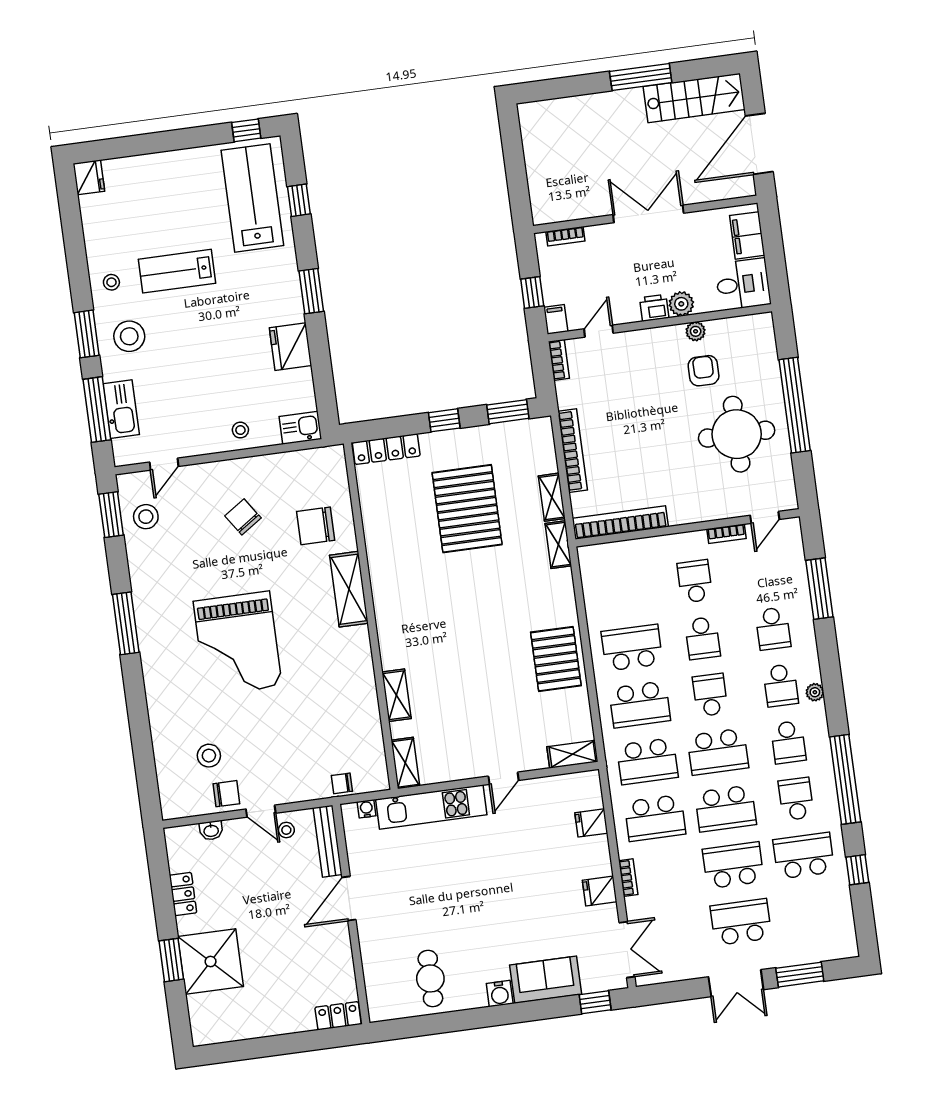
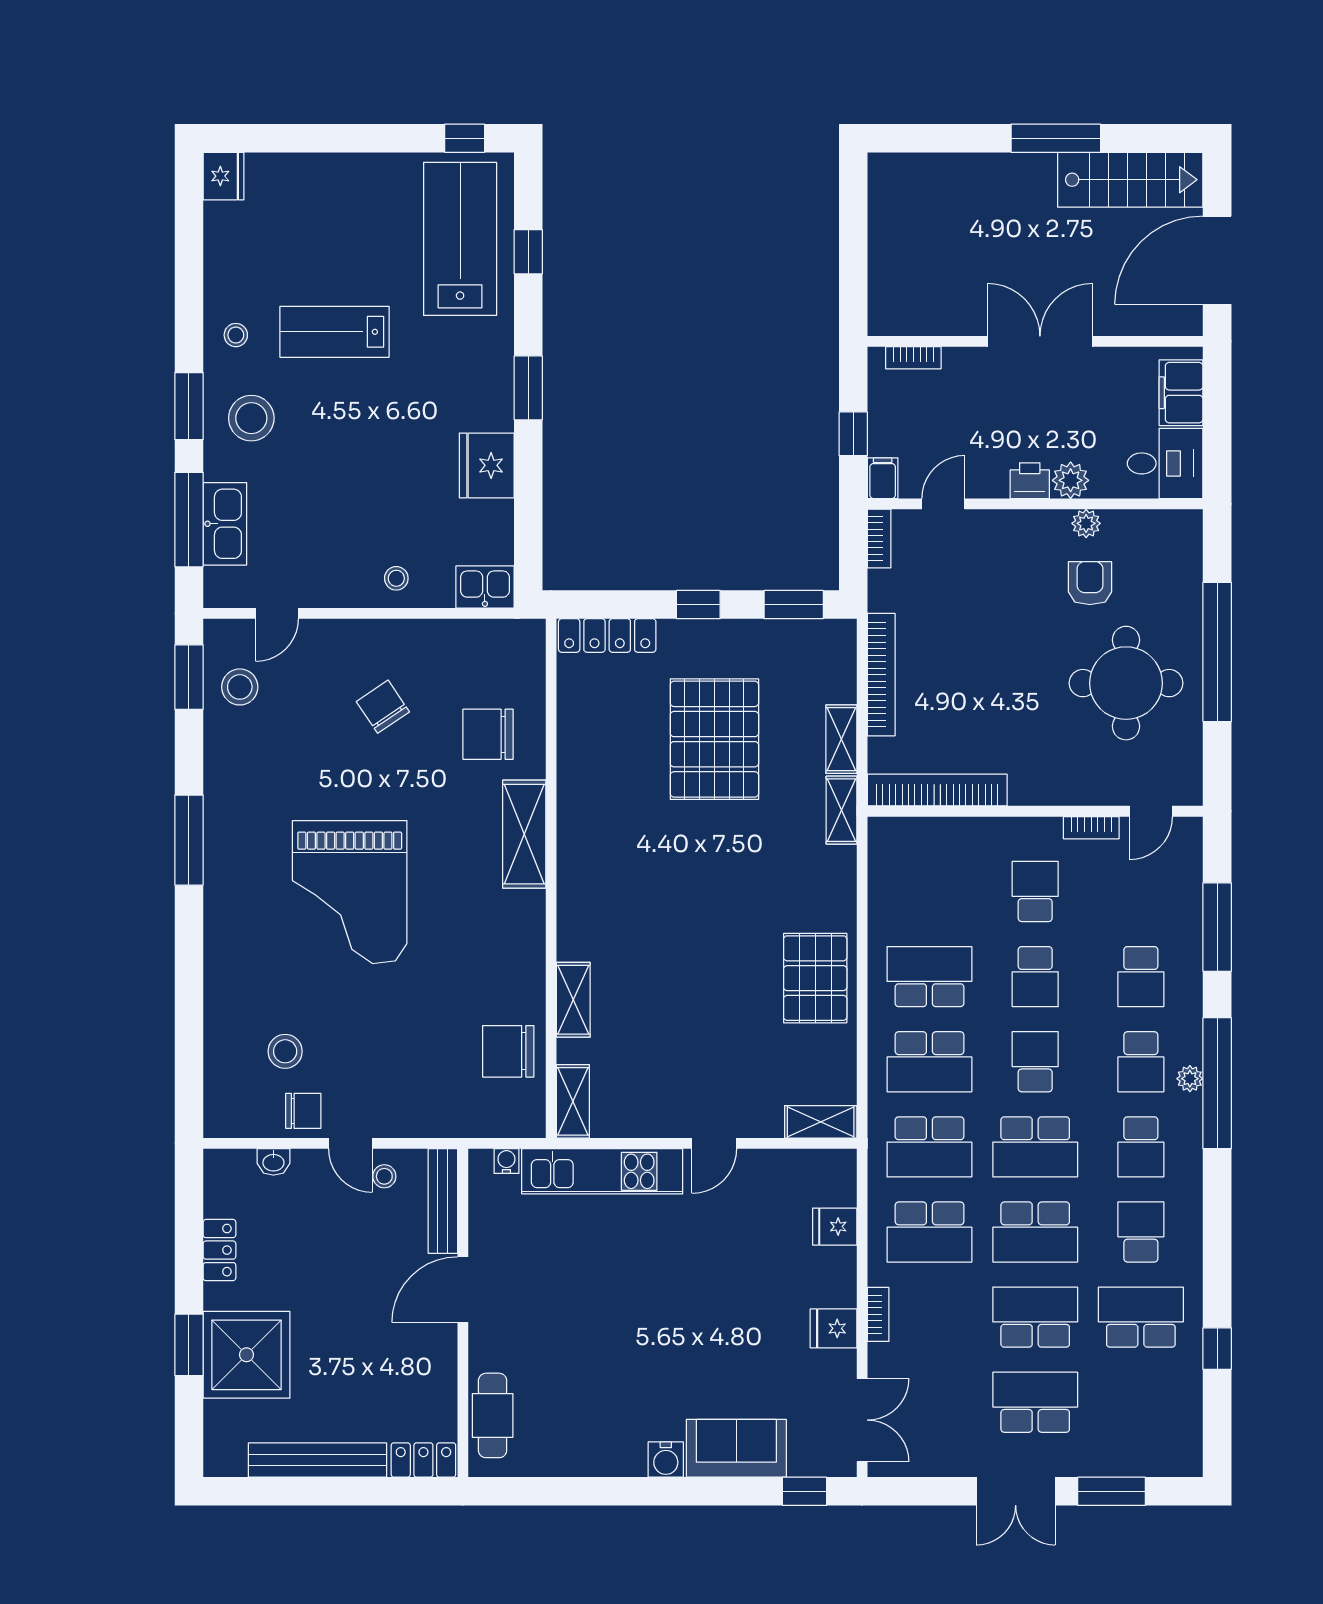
window: (845, 779) -> (1217, 1083), moved
chair: (342, 783) -> (508, 1051), moved, width x1.87, depth x1.87
cafe table: (430, 978) -> (493, 1415), moved
bench: (267, 1025) -> (318, 1460), added

